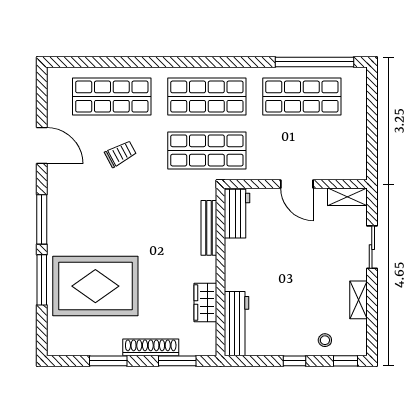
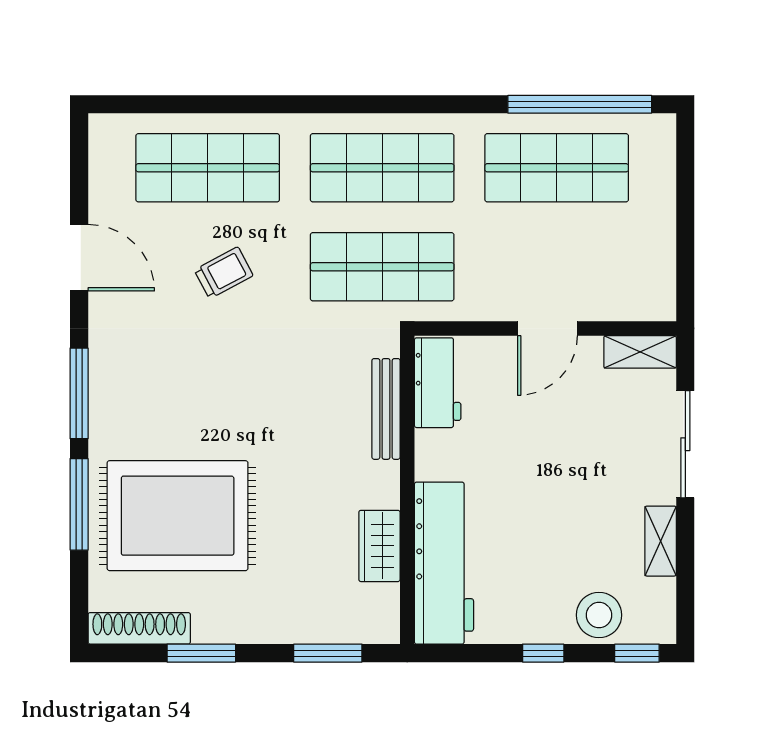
door: (297, 184) -> (547, 328), hinge flipped
sliding door: (372, 247) -> (685, 444), width x1.37
workbench: (237, 324) -> (444, 563), width x1.36, depth x1.32
stool: (325, 340) -> (599, 615), width x1.89, depth x1.89
shoe rack: (151, 347) -> (139, 628), moved

